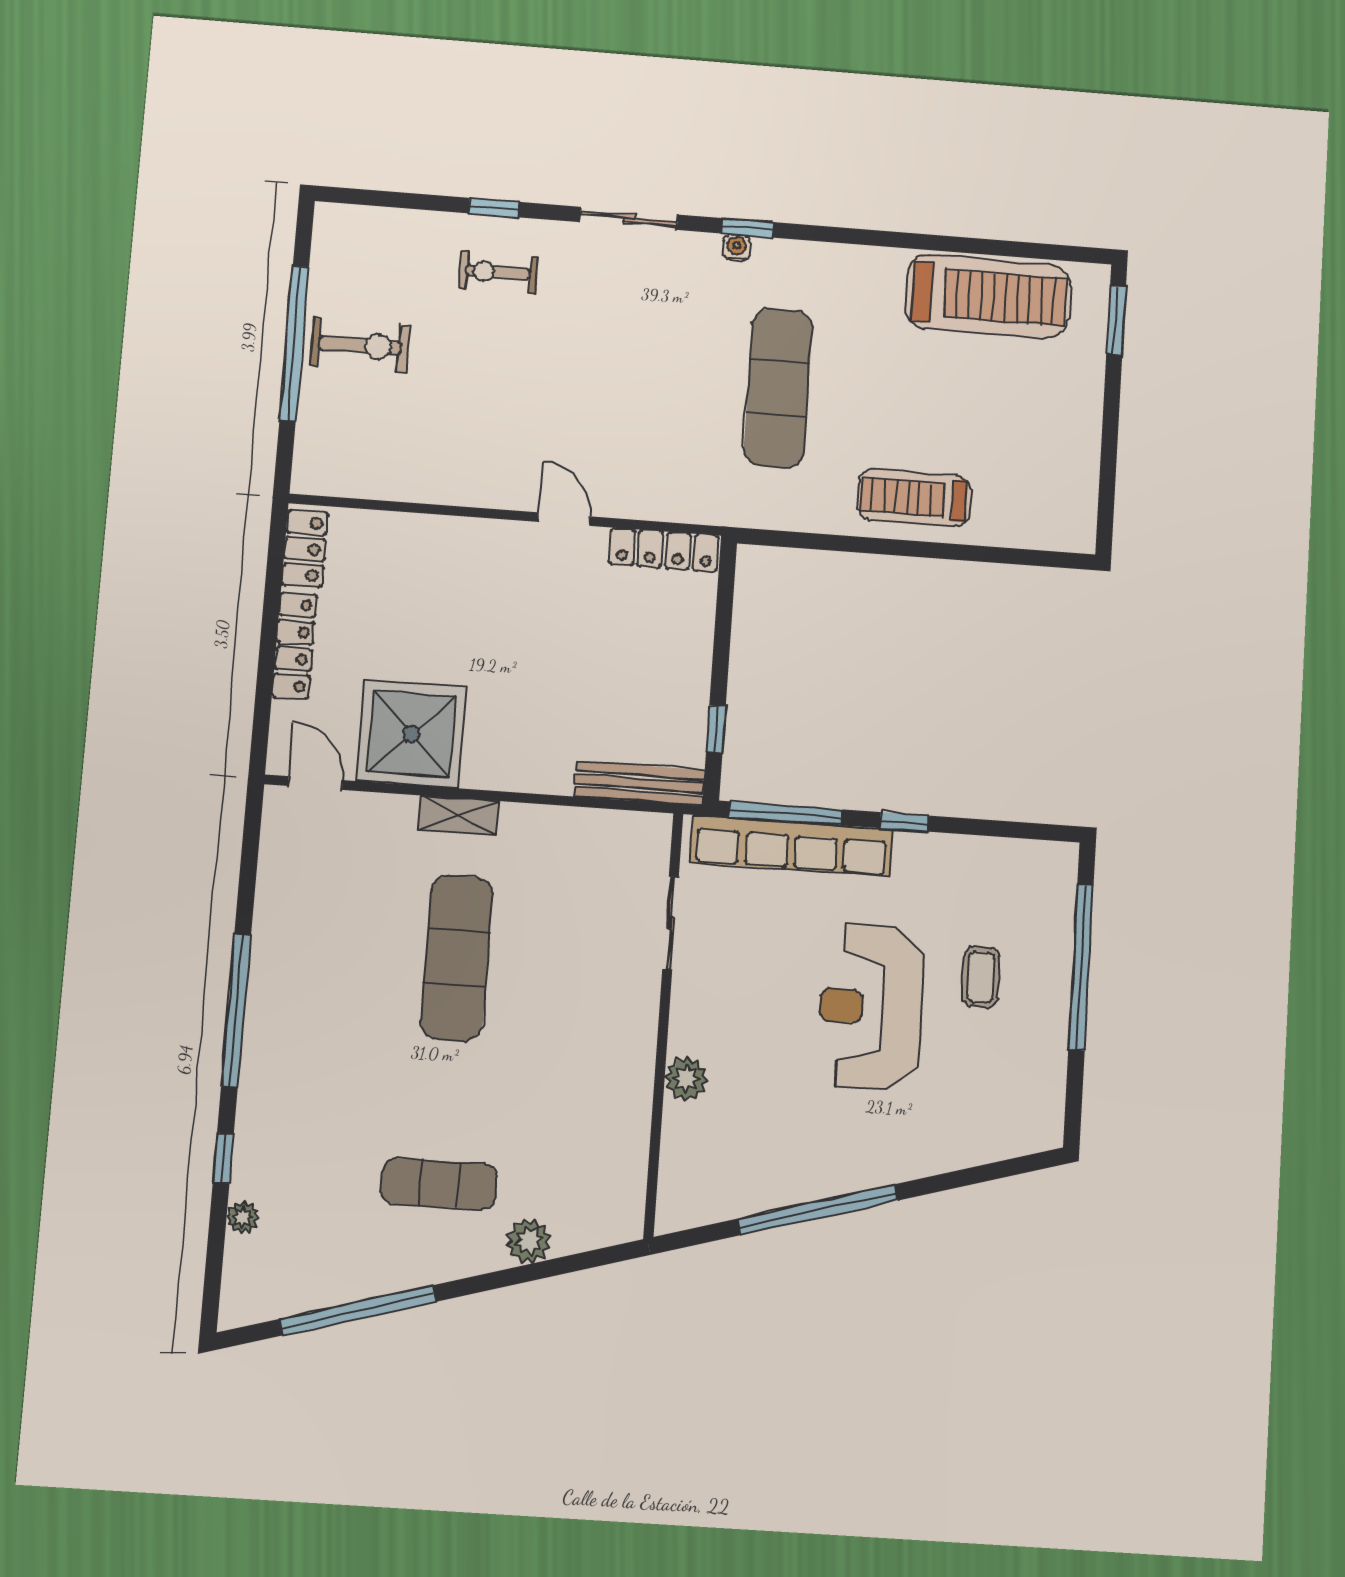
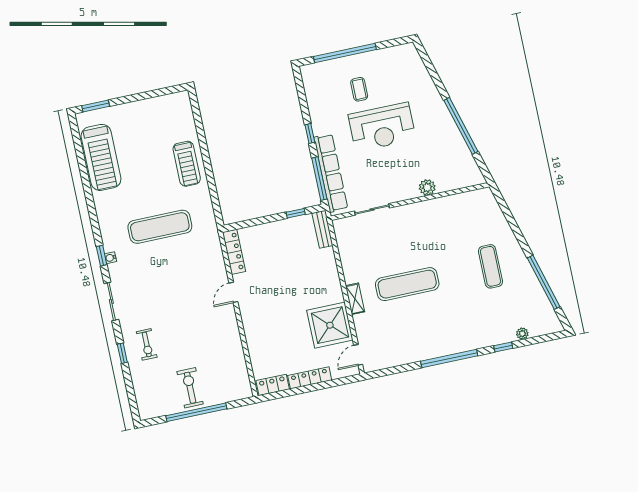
treadmill: (988, 296) -> (101, 157), turned 180
bench: (640, 783) -> (323, 229), width x0.73
coffee table: (981, 977) -> (359, 89), turned 90
plant: (529, 1241) -> (502, 228), removed

